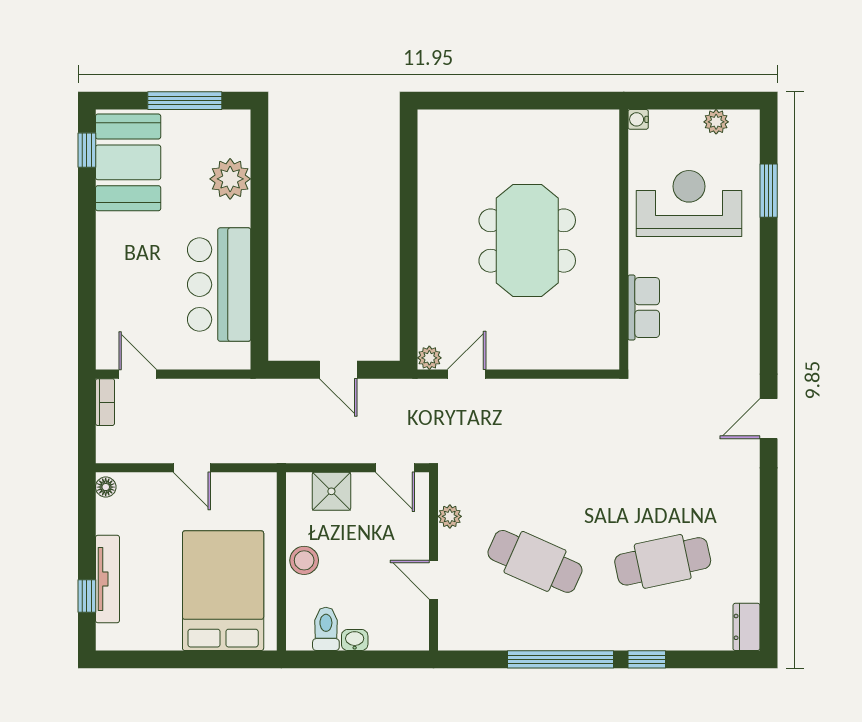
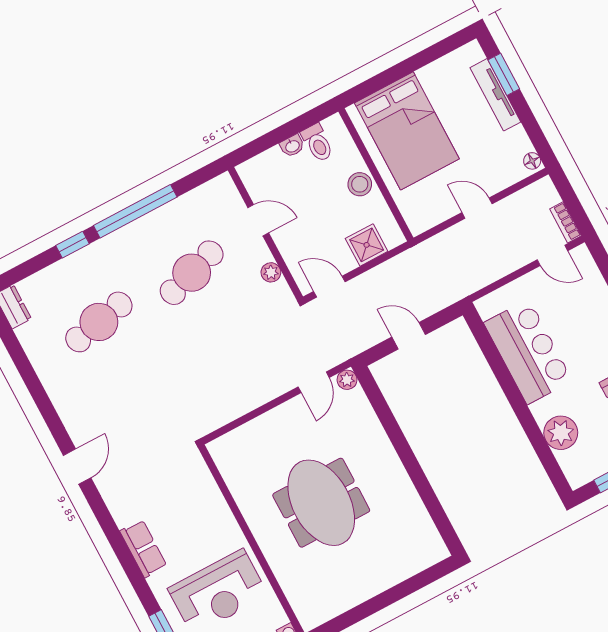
row of seats: (644, 308) -> (143, 549), moved, turned 180
cafe table: (535, 561) -> (192, 273), turned -42
window: (87, 596) -> (504, 74), width x1.50

